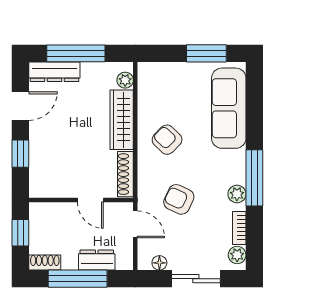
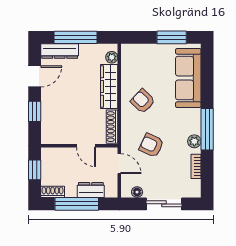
plant: (237, 255) -> (194, 186), removed

